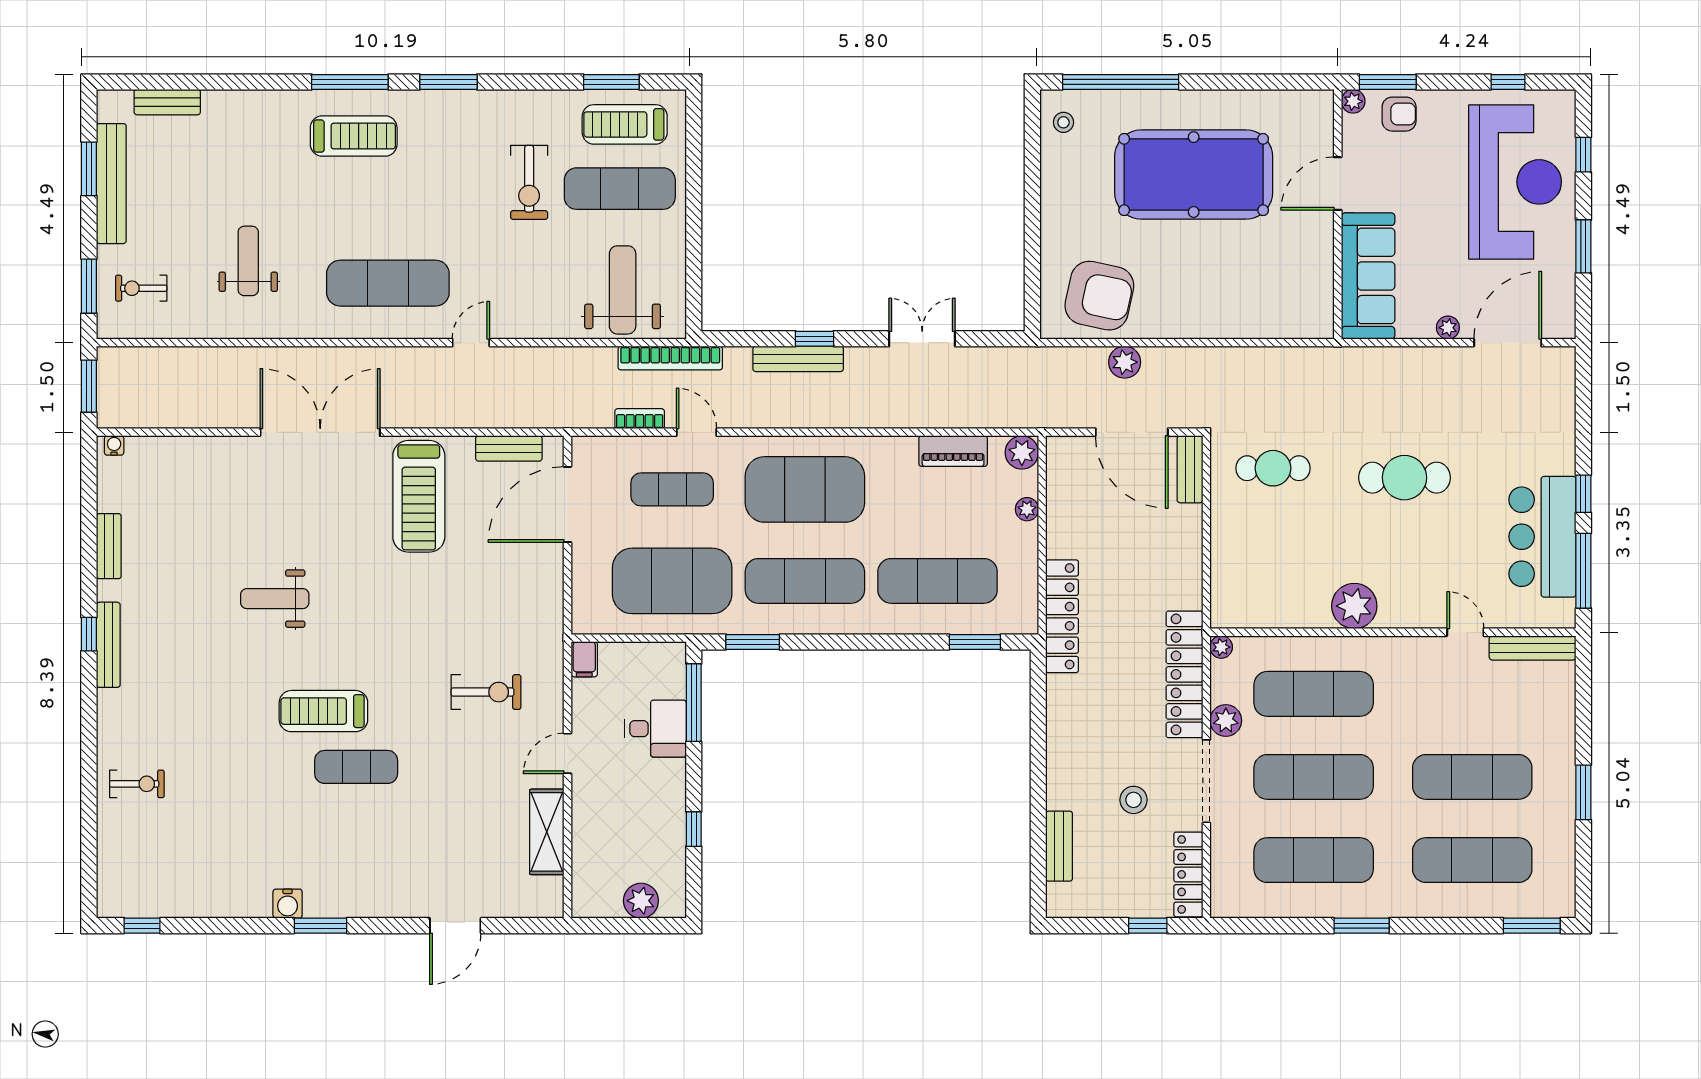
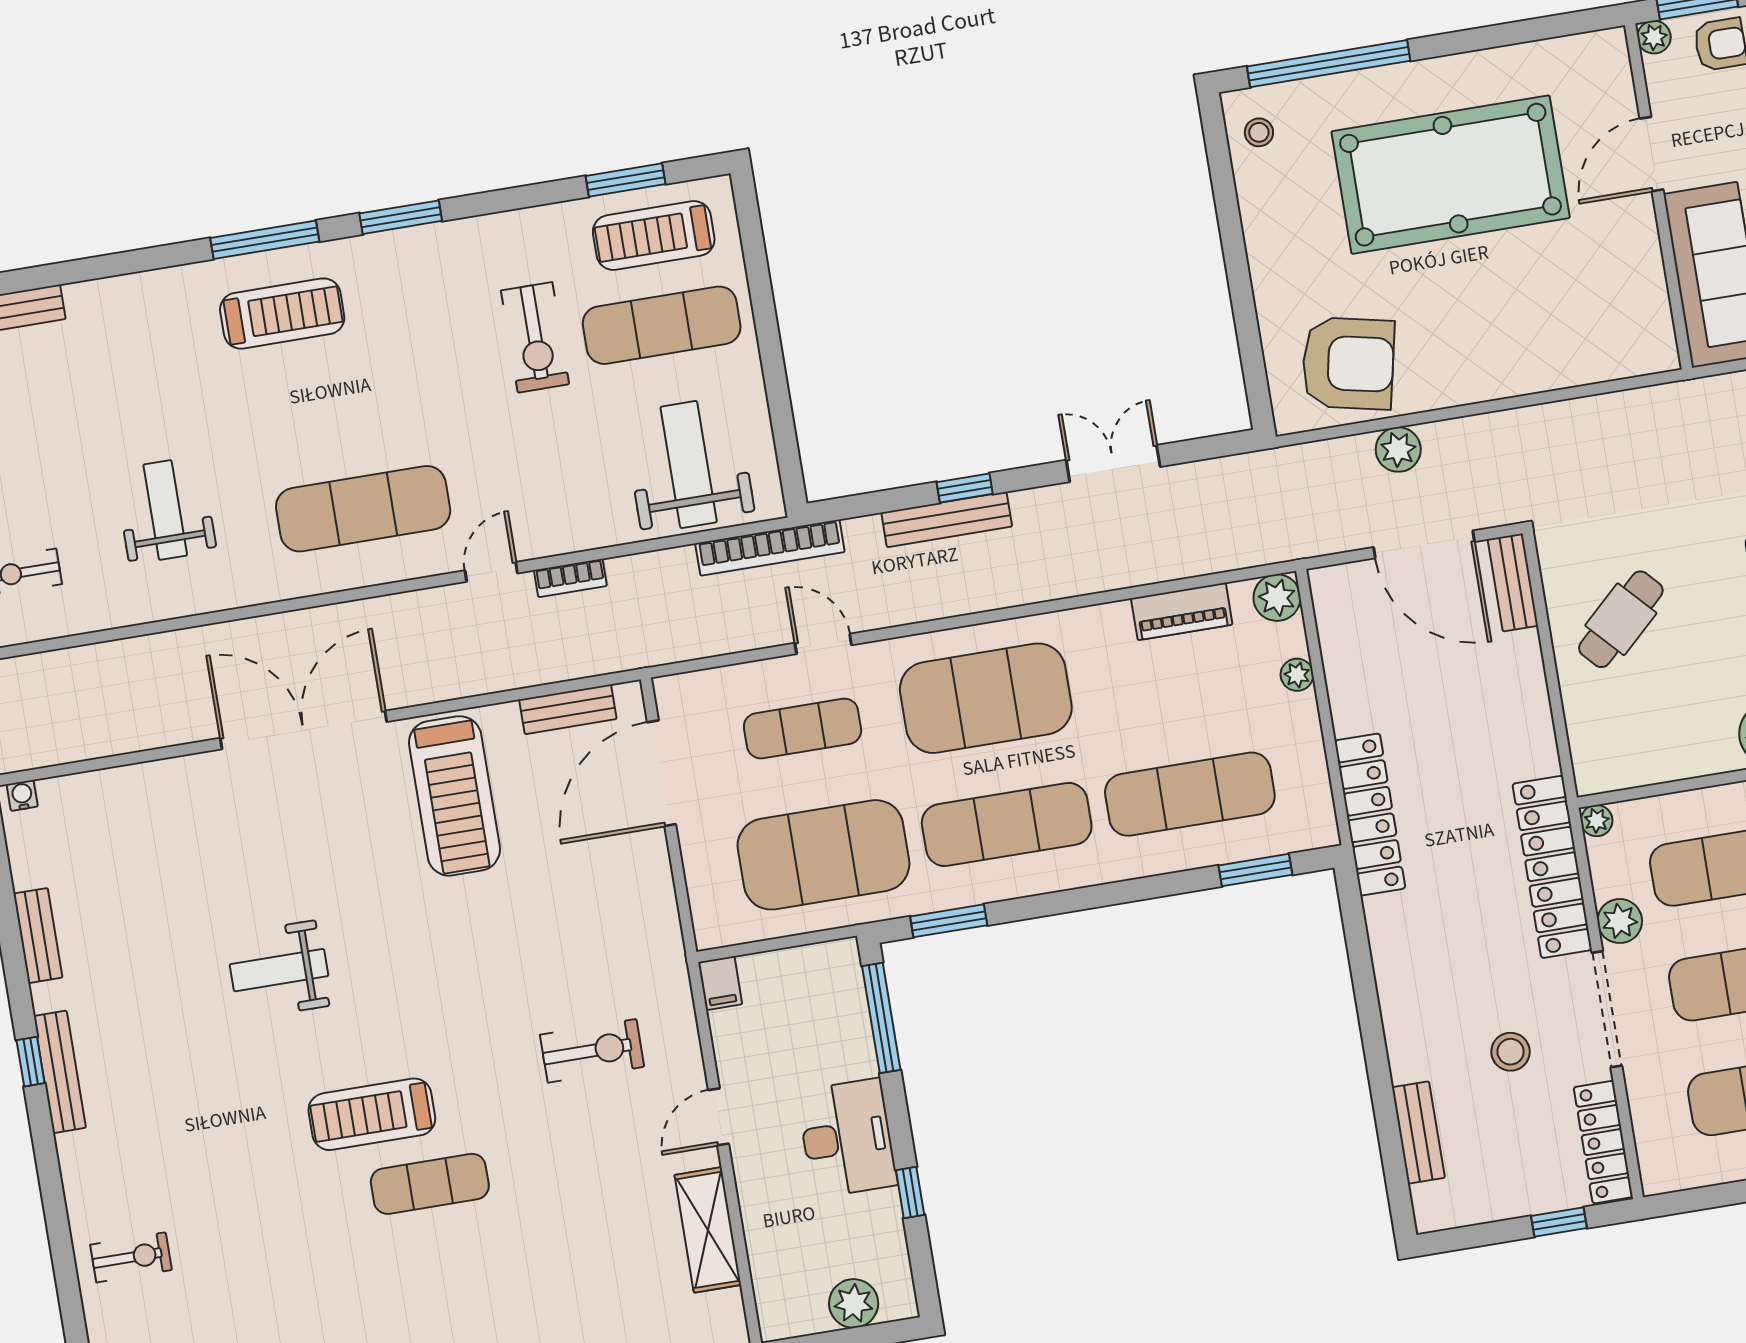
bookcase: (640, 419) -> (570, 578), moved, turned 180
cafe table: (1273, 468) -> (1621, 619), moved, turned -43
desk: (656, 729) -> (847, 1138), moved, width x1.37

